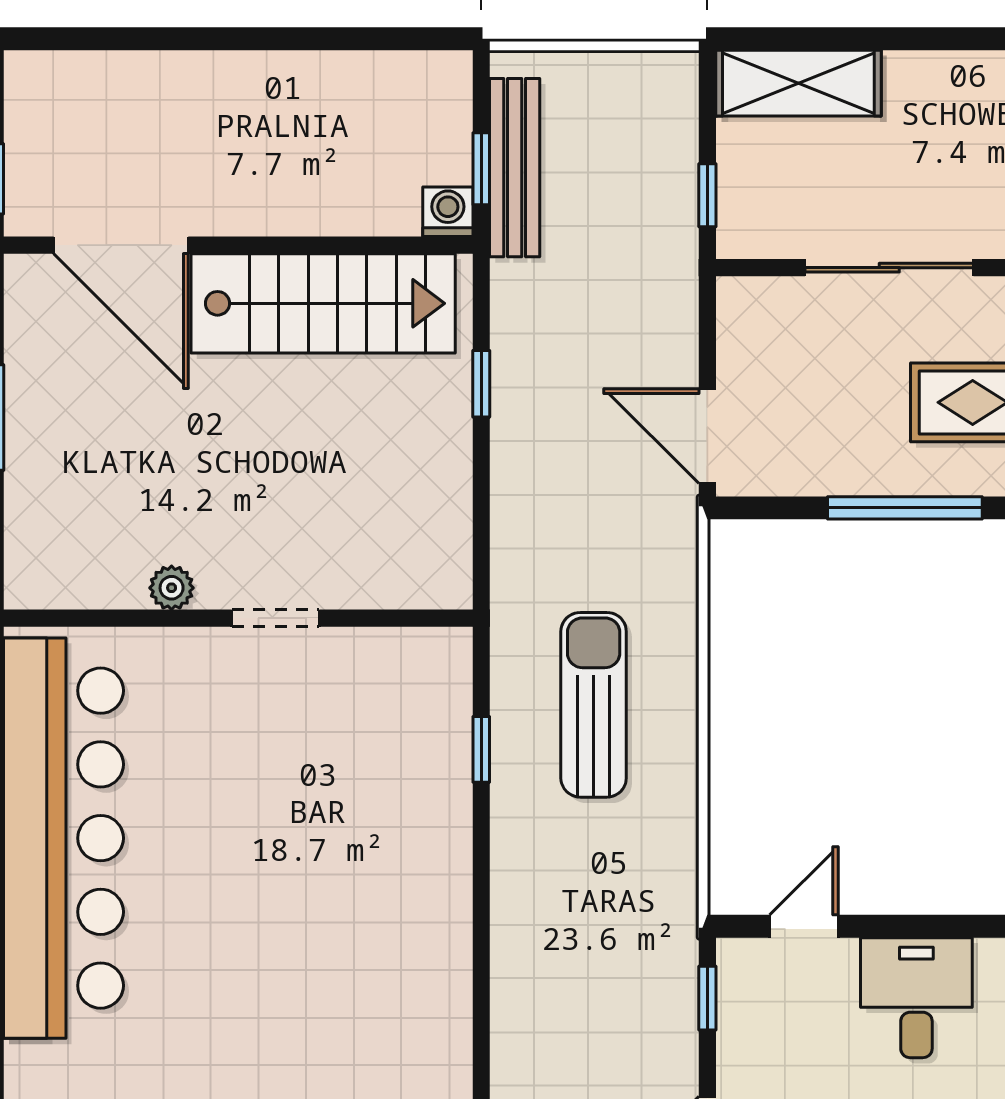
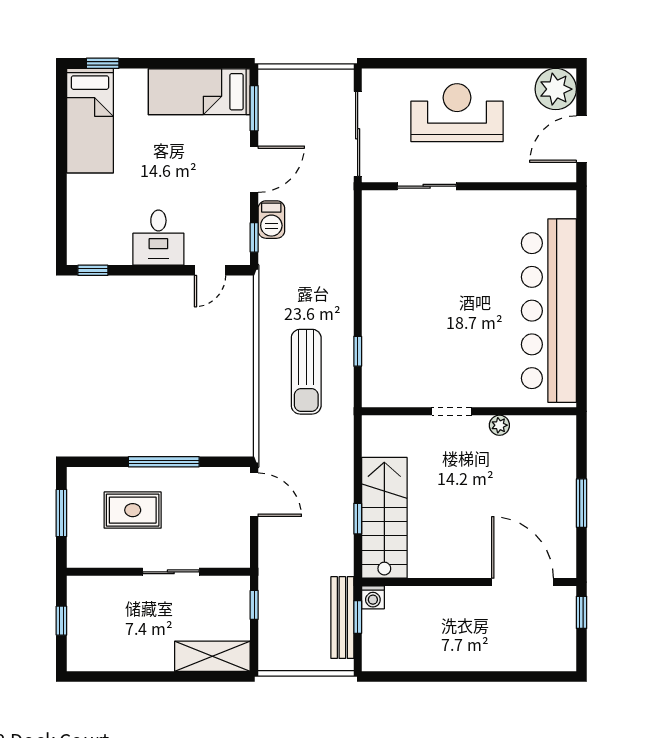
sliding door: (889, 268) -> (171, 572), width x0.73
stairs: (323, 303) -> (384, 518), moved, turned 90
barbecue: (670, 1037) -> (271, 220), added

